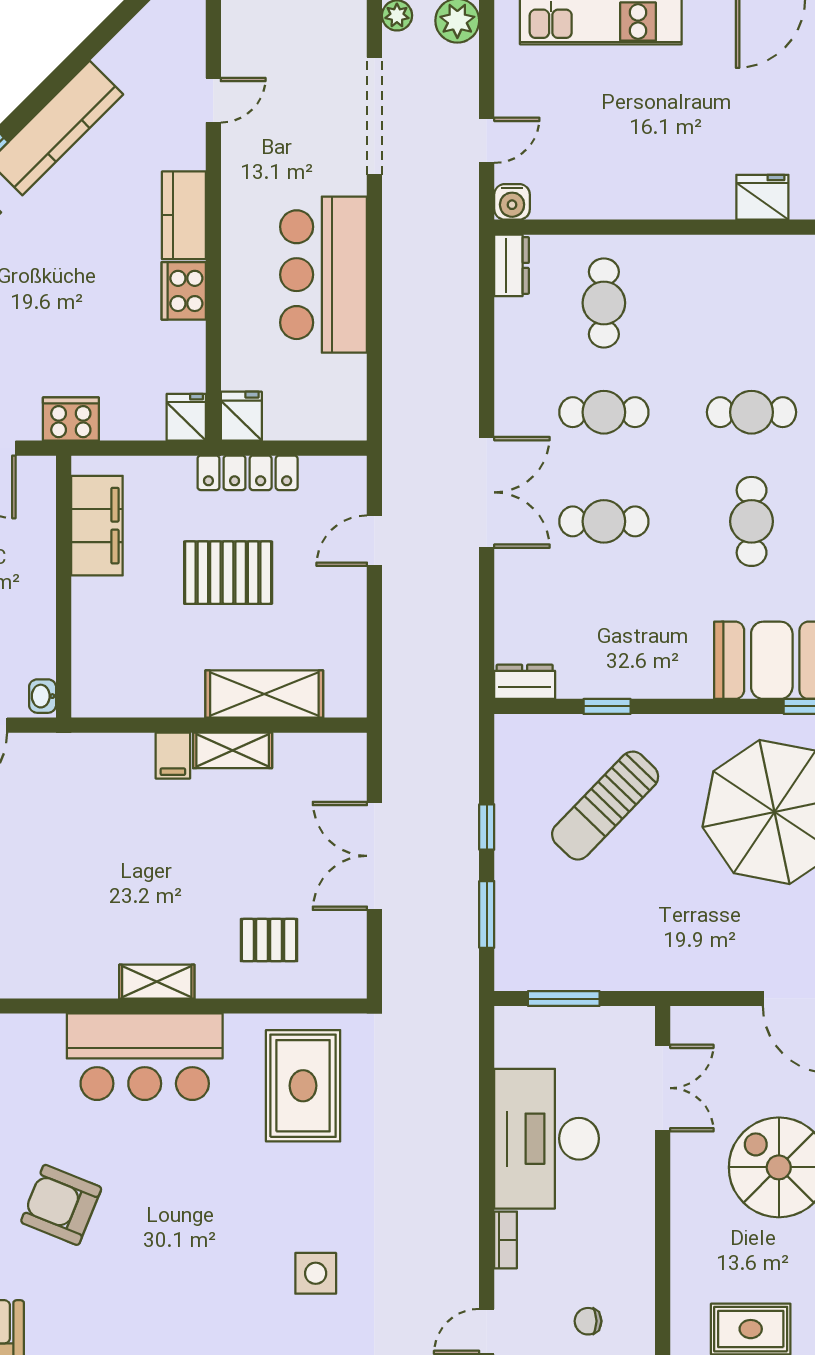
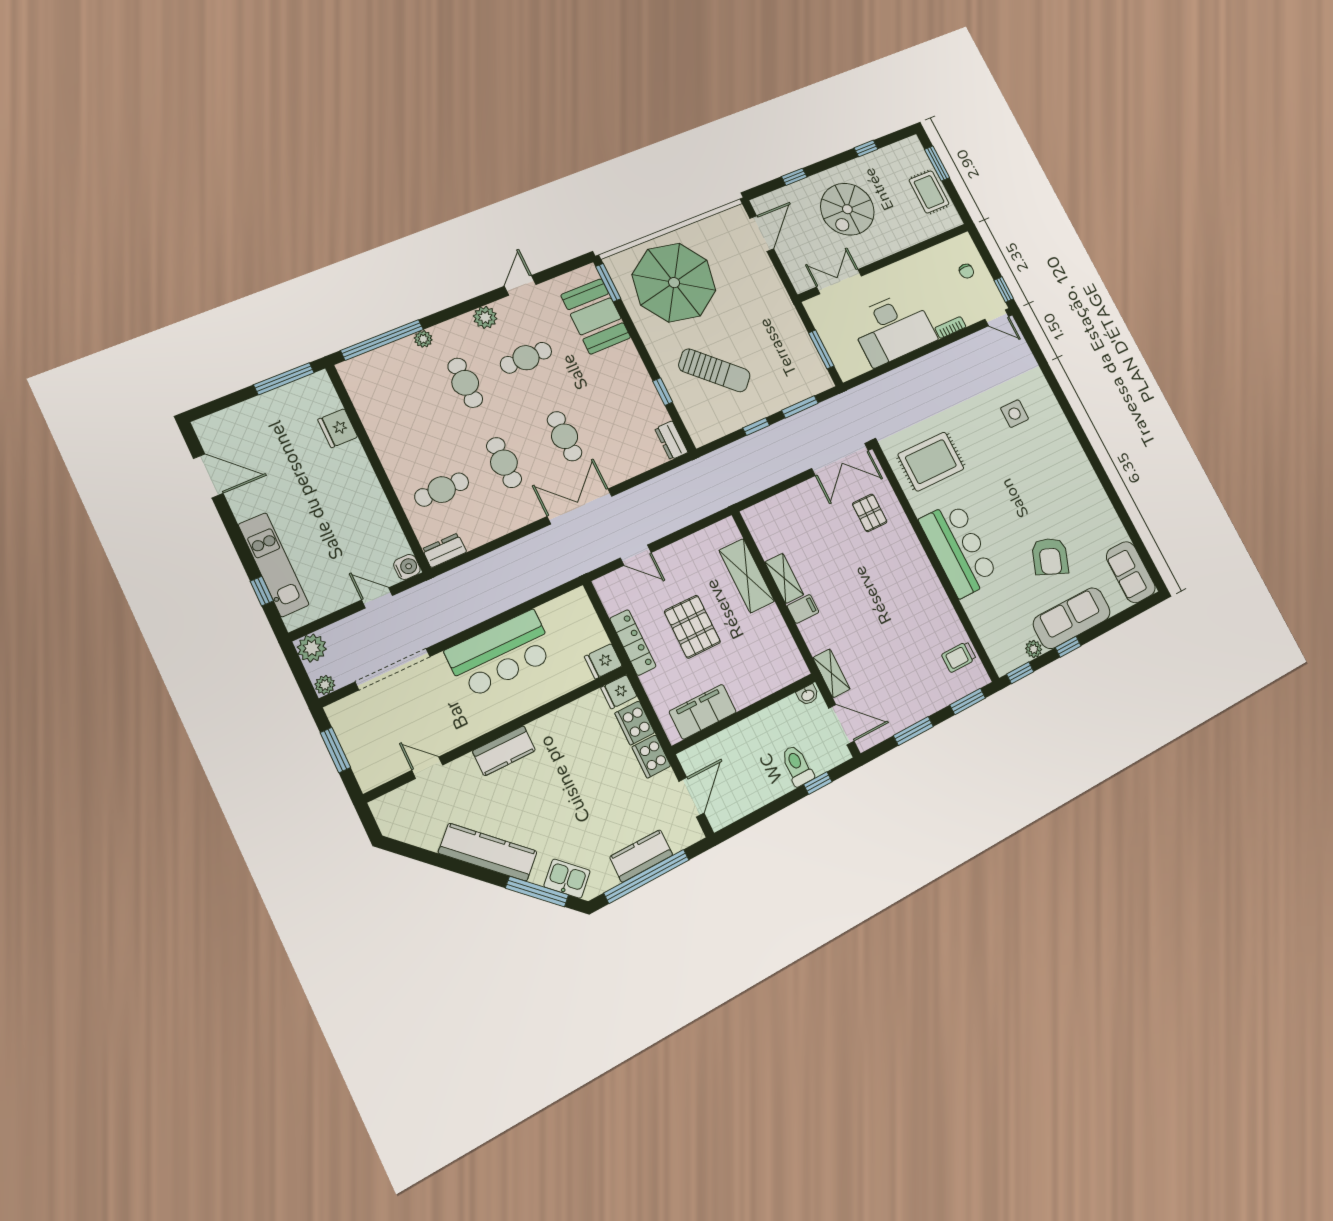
cooker: (184, 291) -> (635, 723), moved, turned 90
double door: (374, 856) -> (840, 459), moved
shelving: (157, 982) -> (831, 673), moved

